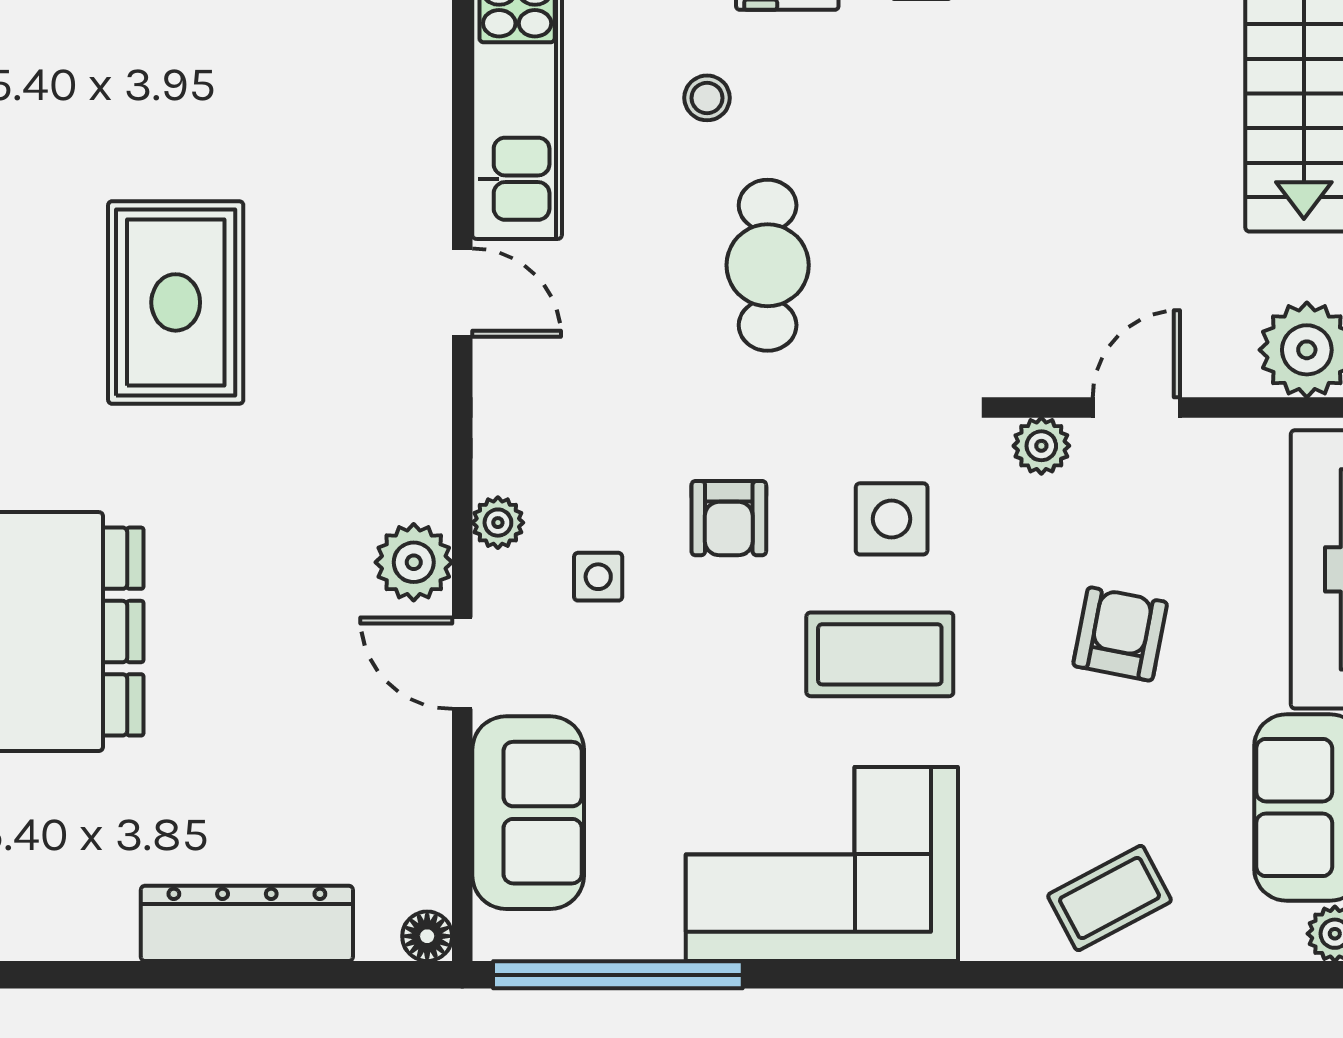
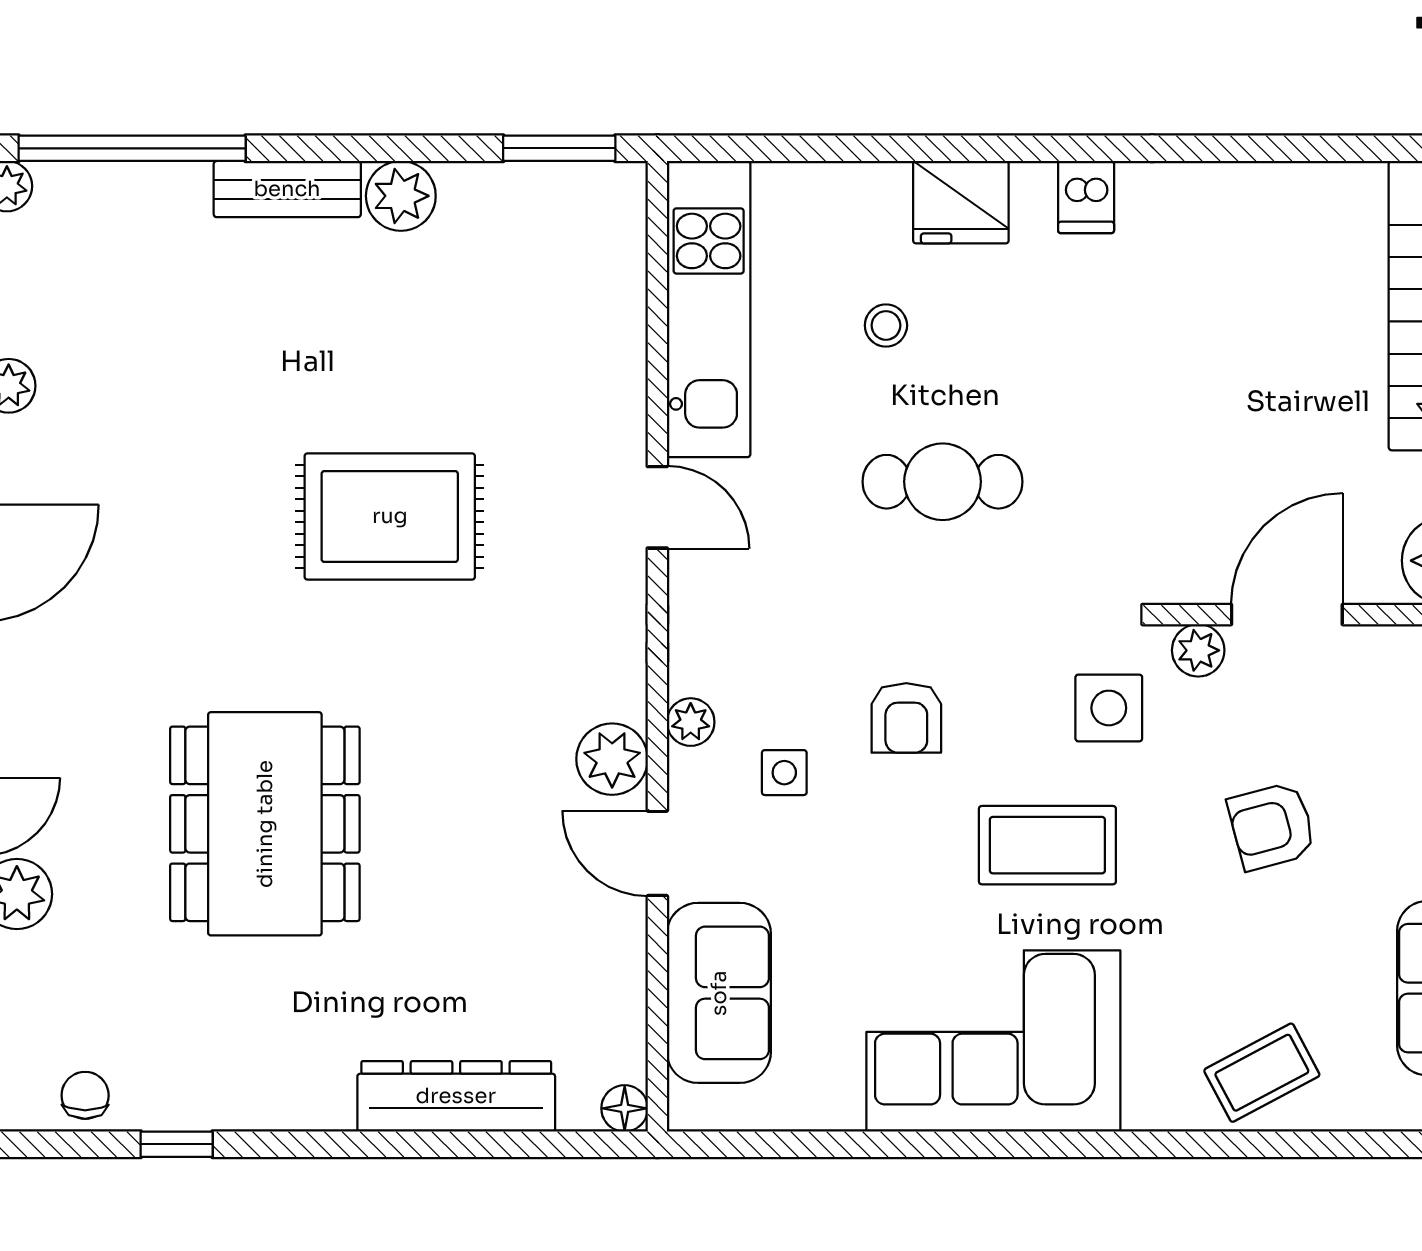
cafe table: (768, 265) -> (943, 482), turned 90
rug: (176, 302) -> (390, 516), turned 90
door: (1136, 407) -> (1287, 615), width x1.38
side table: (892, 519) -> (1109, 708), moved
armchair: (1120, 634) -> (1272, 826), turned -116
window: (618, 975) -> (803, 1144), removed

